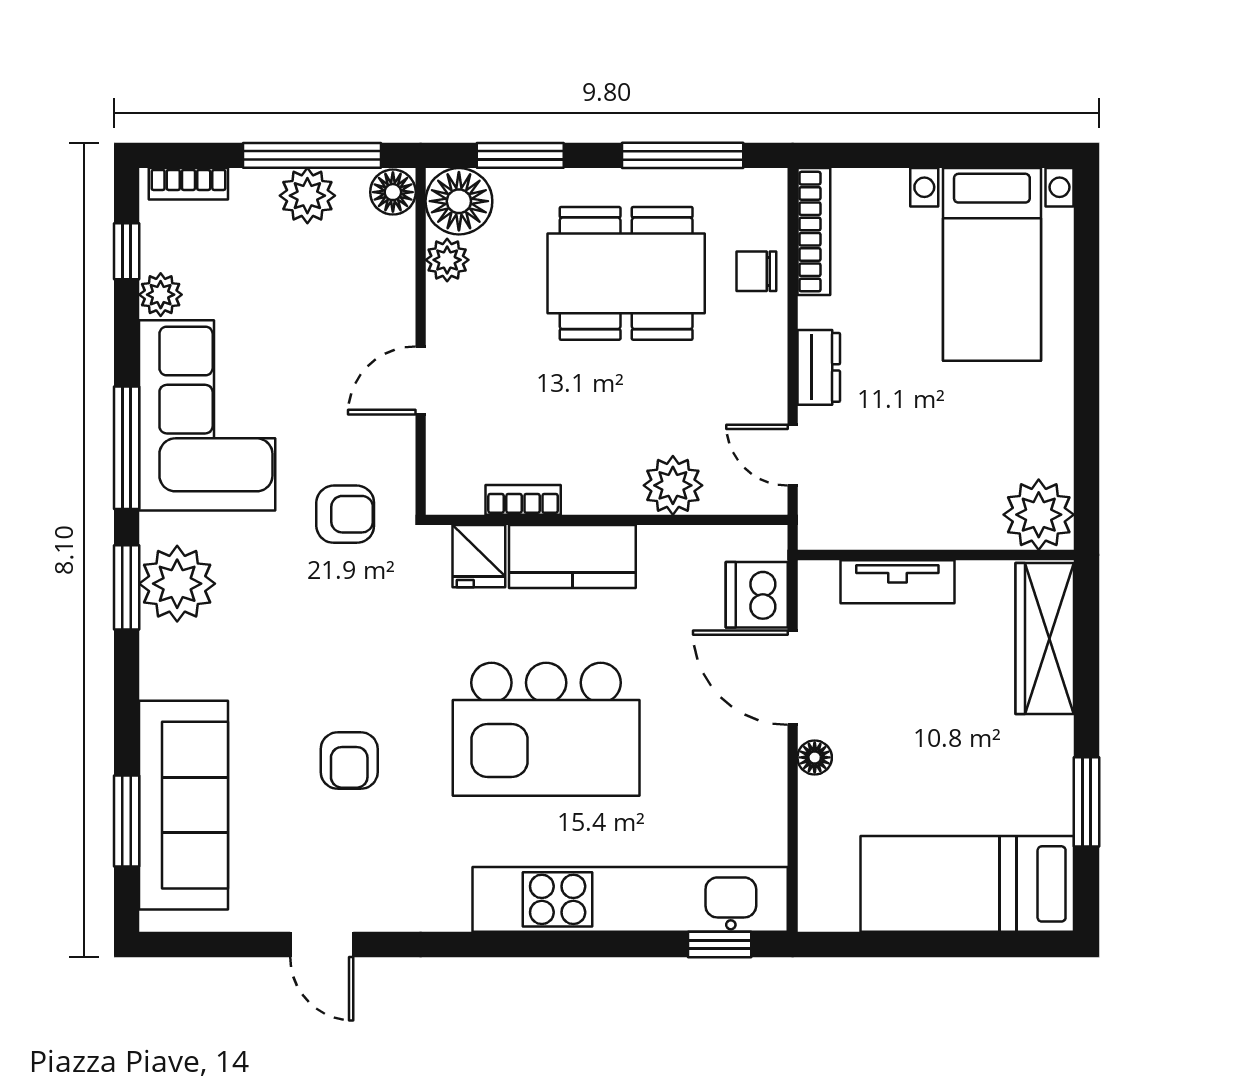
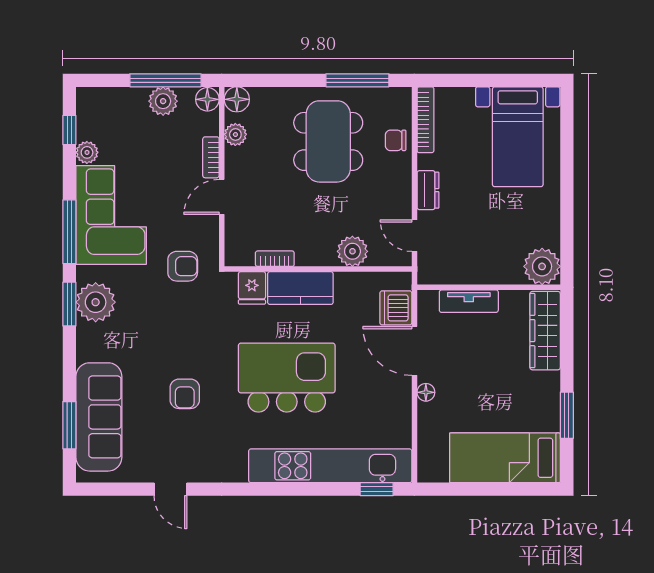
window: (520, 155) -> (273, 80), removed
bookcase: (188, 184) -> (211, 157), moved, turned 90
floor lamp: (459, 201) -> (237, 99), width x0.73, depth x0.73
dining table: (626, 273) -> (328, 141), turned 90
kitchen island: (546, 729) -> (287, 378), turned 180

